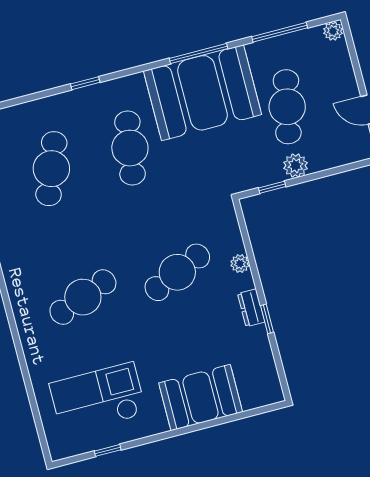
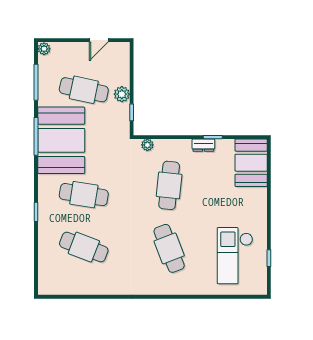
plant: (240, 264) -> (147, 145), moved
cafe table: (177, 272) -> (169, 185), turned 30
booth: (201, 398) -> (251, 163), moved

